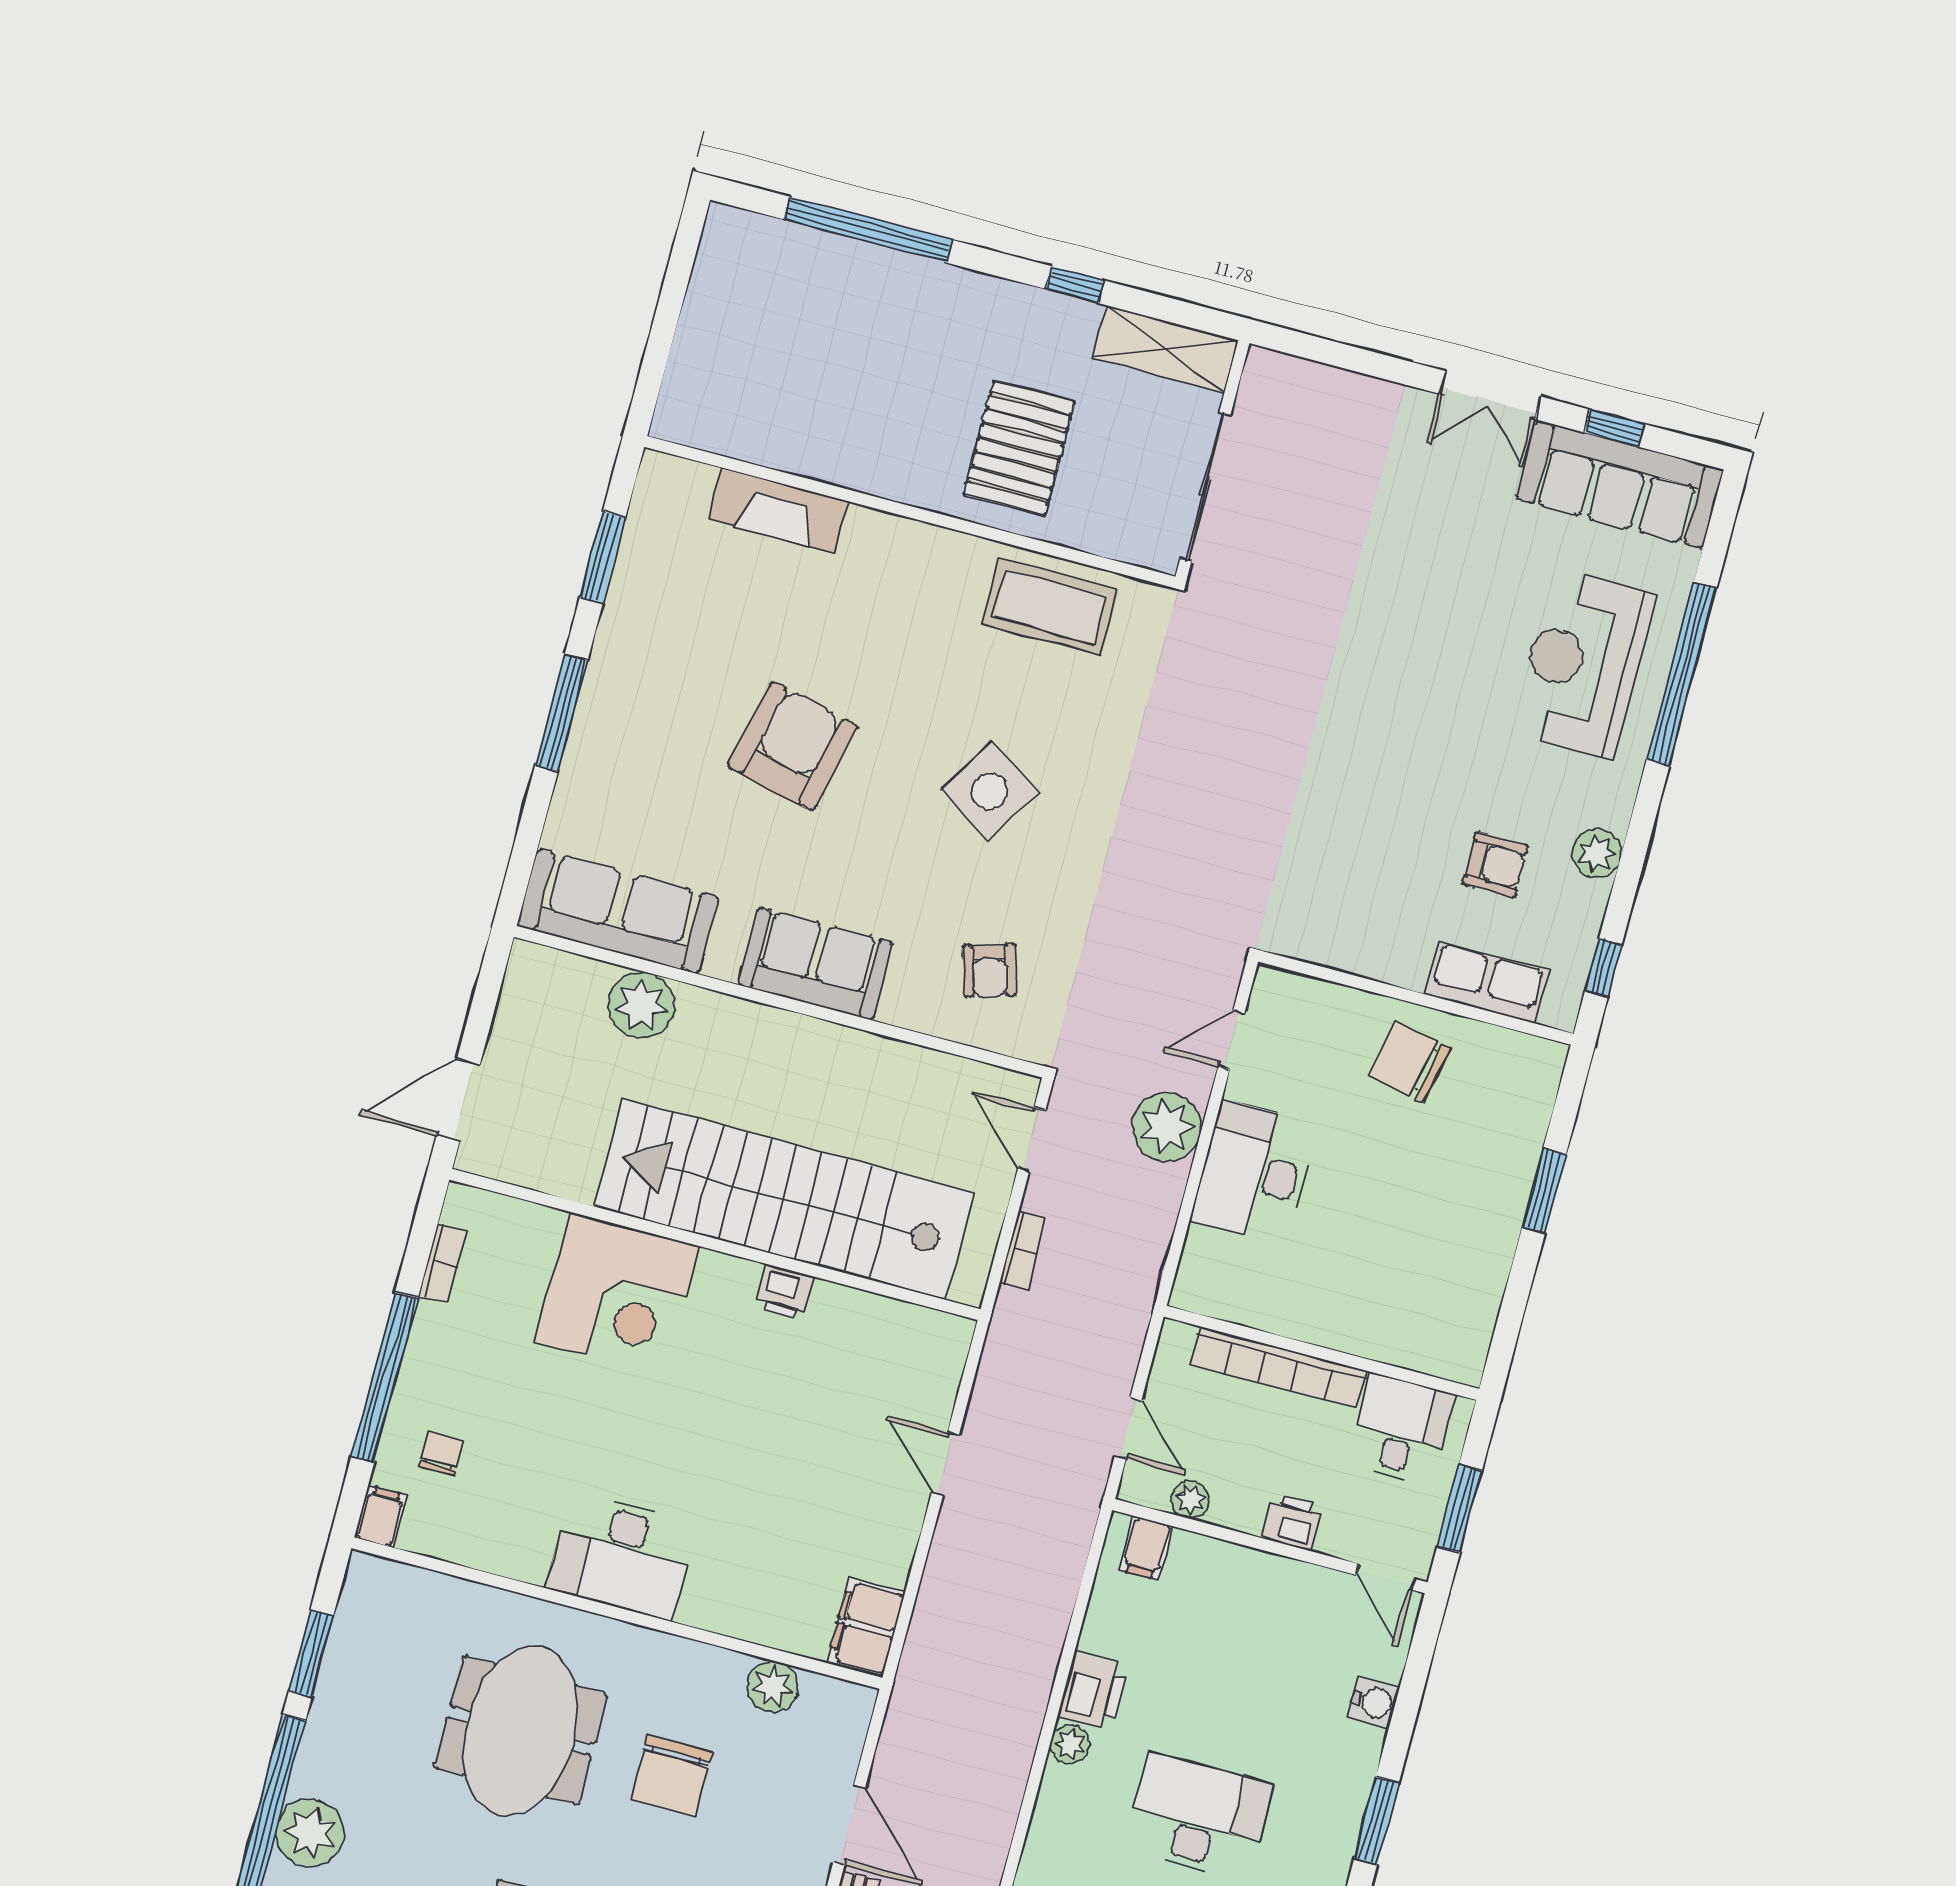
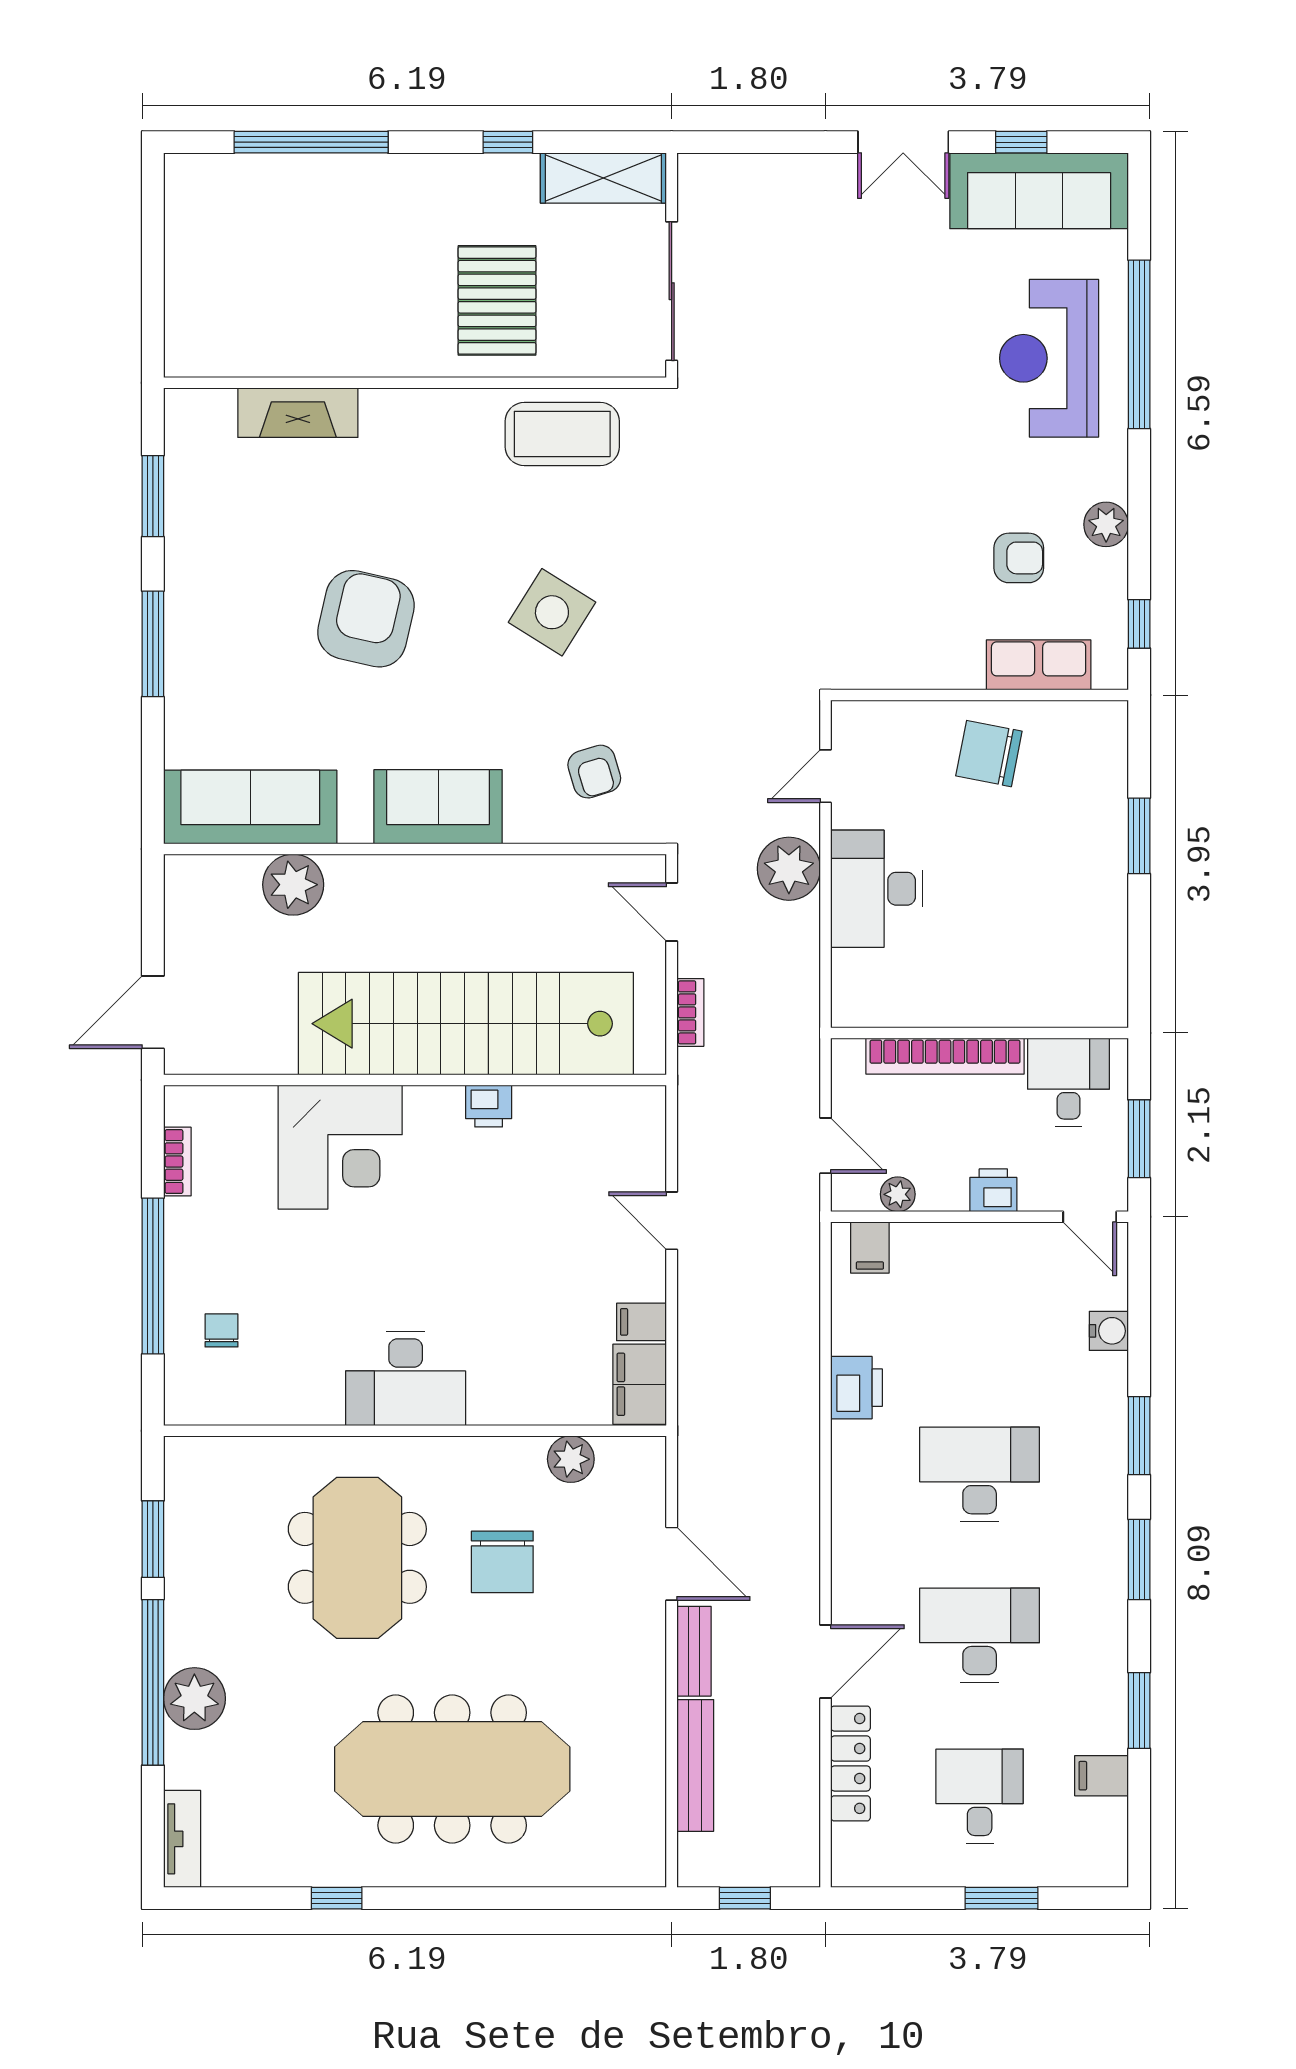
filing cabinet: (381, 1516) -> (642, 1322), moved, turned -90
plant: (1070, 1744) -> (849, 1440), removed

